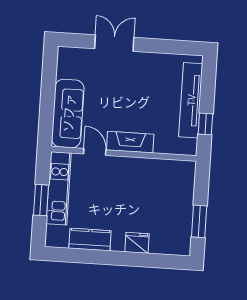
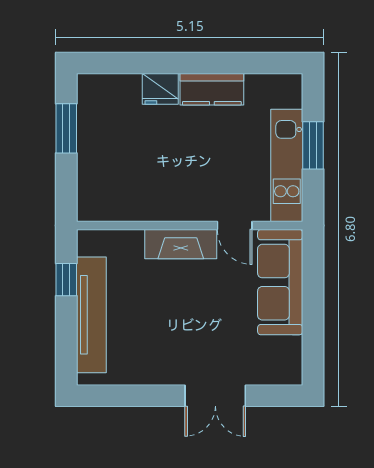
kitchen counter: (90, 240) -> (212, 89), moved

